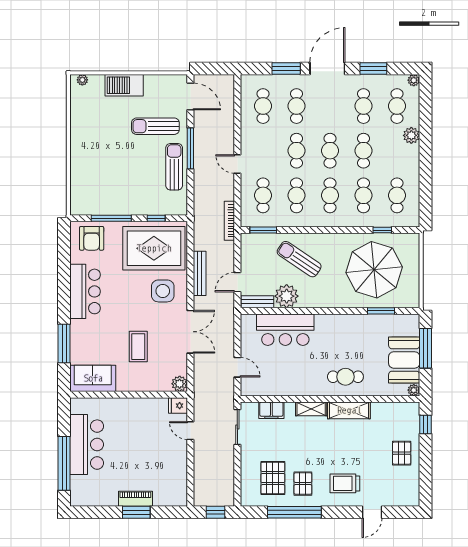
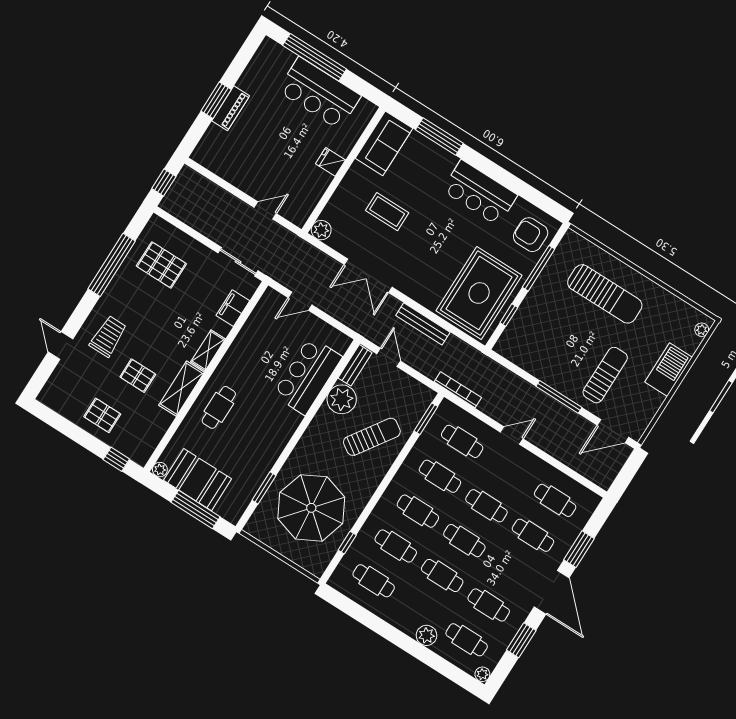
sun lounger: (174, 167) -> (605, 294), moved, width x1.36, depth x1.34
side table: (163, 291) -> (429, 274), removed
fridge: (178, 406) -> (330, 162), moved, turned -90
pallet: (303, 484) -> (138, 376), moved

